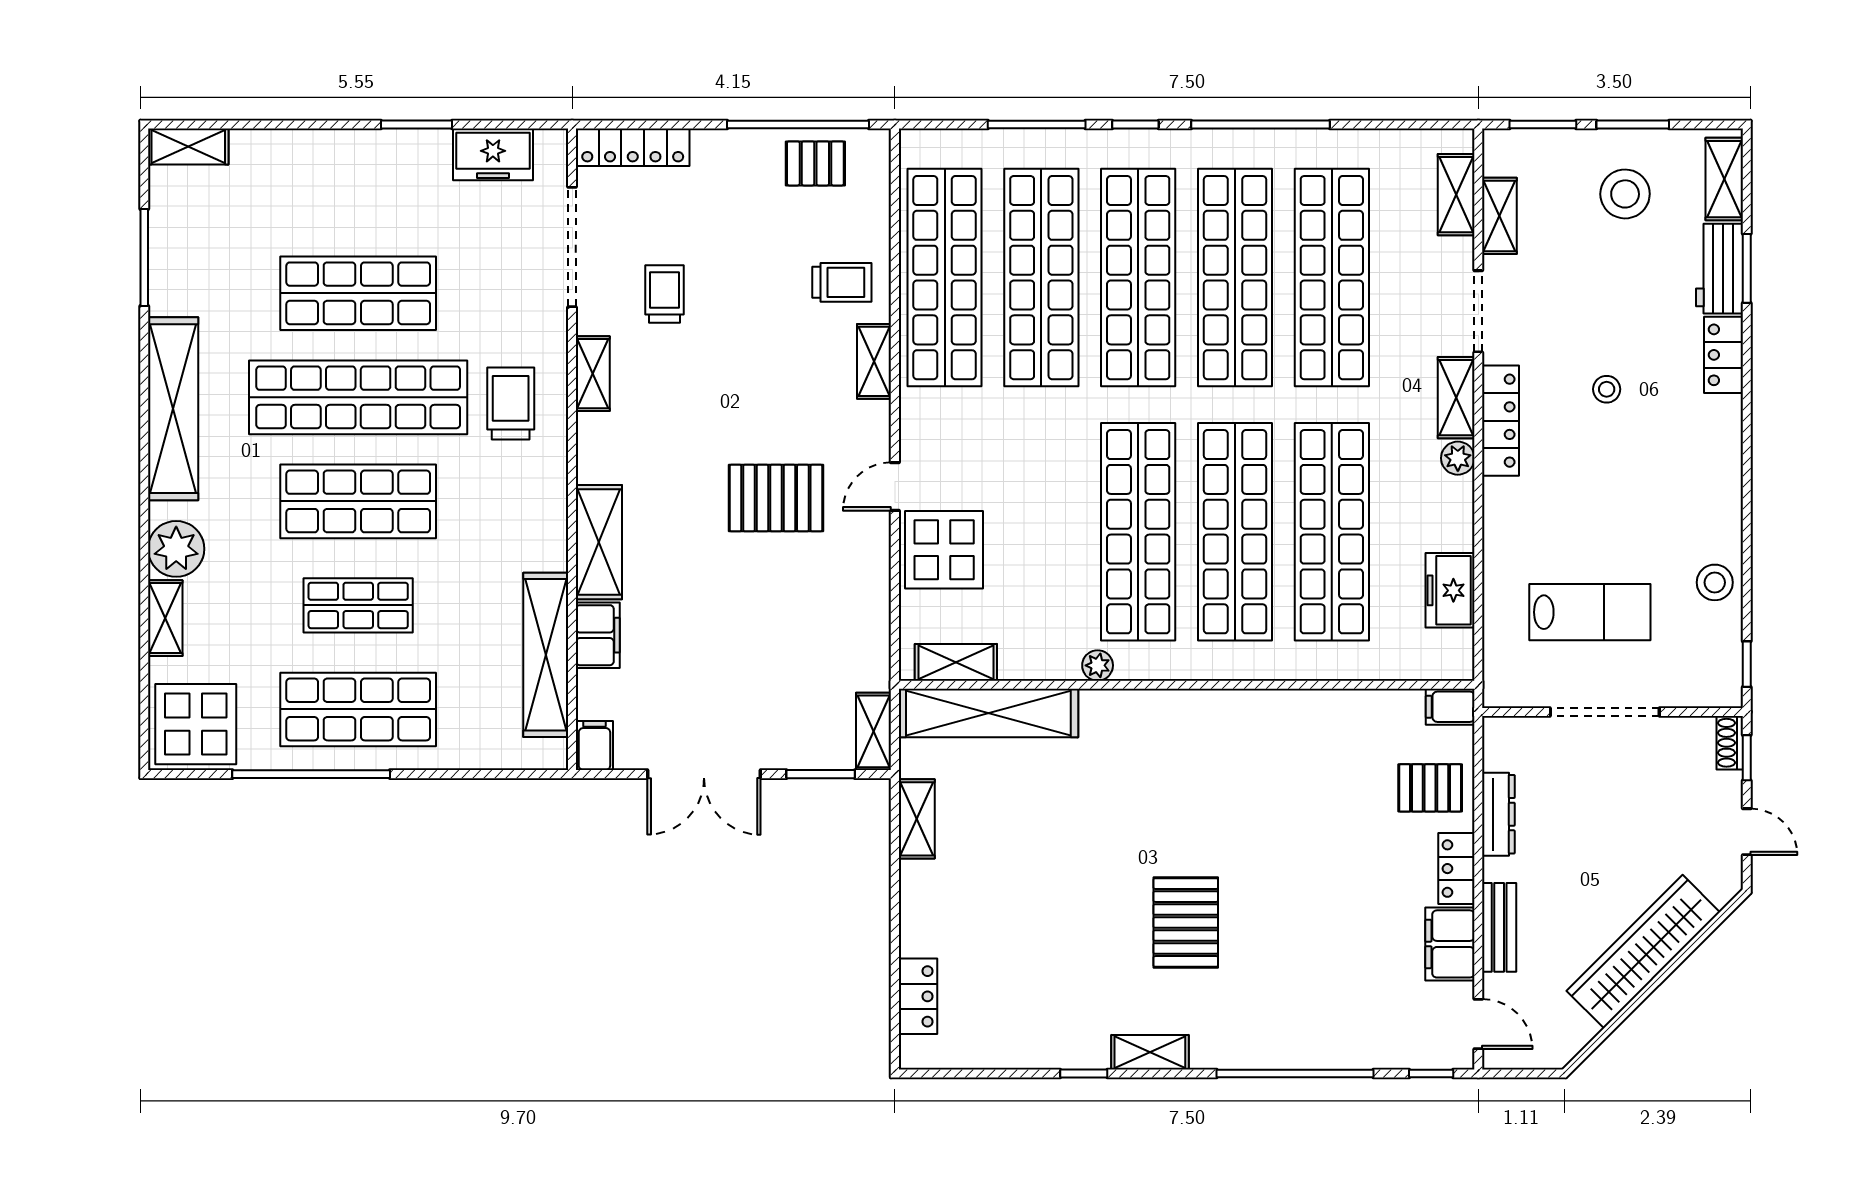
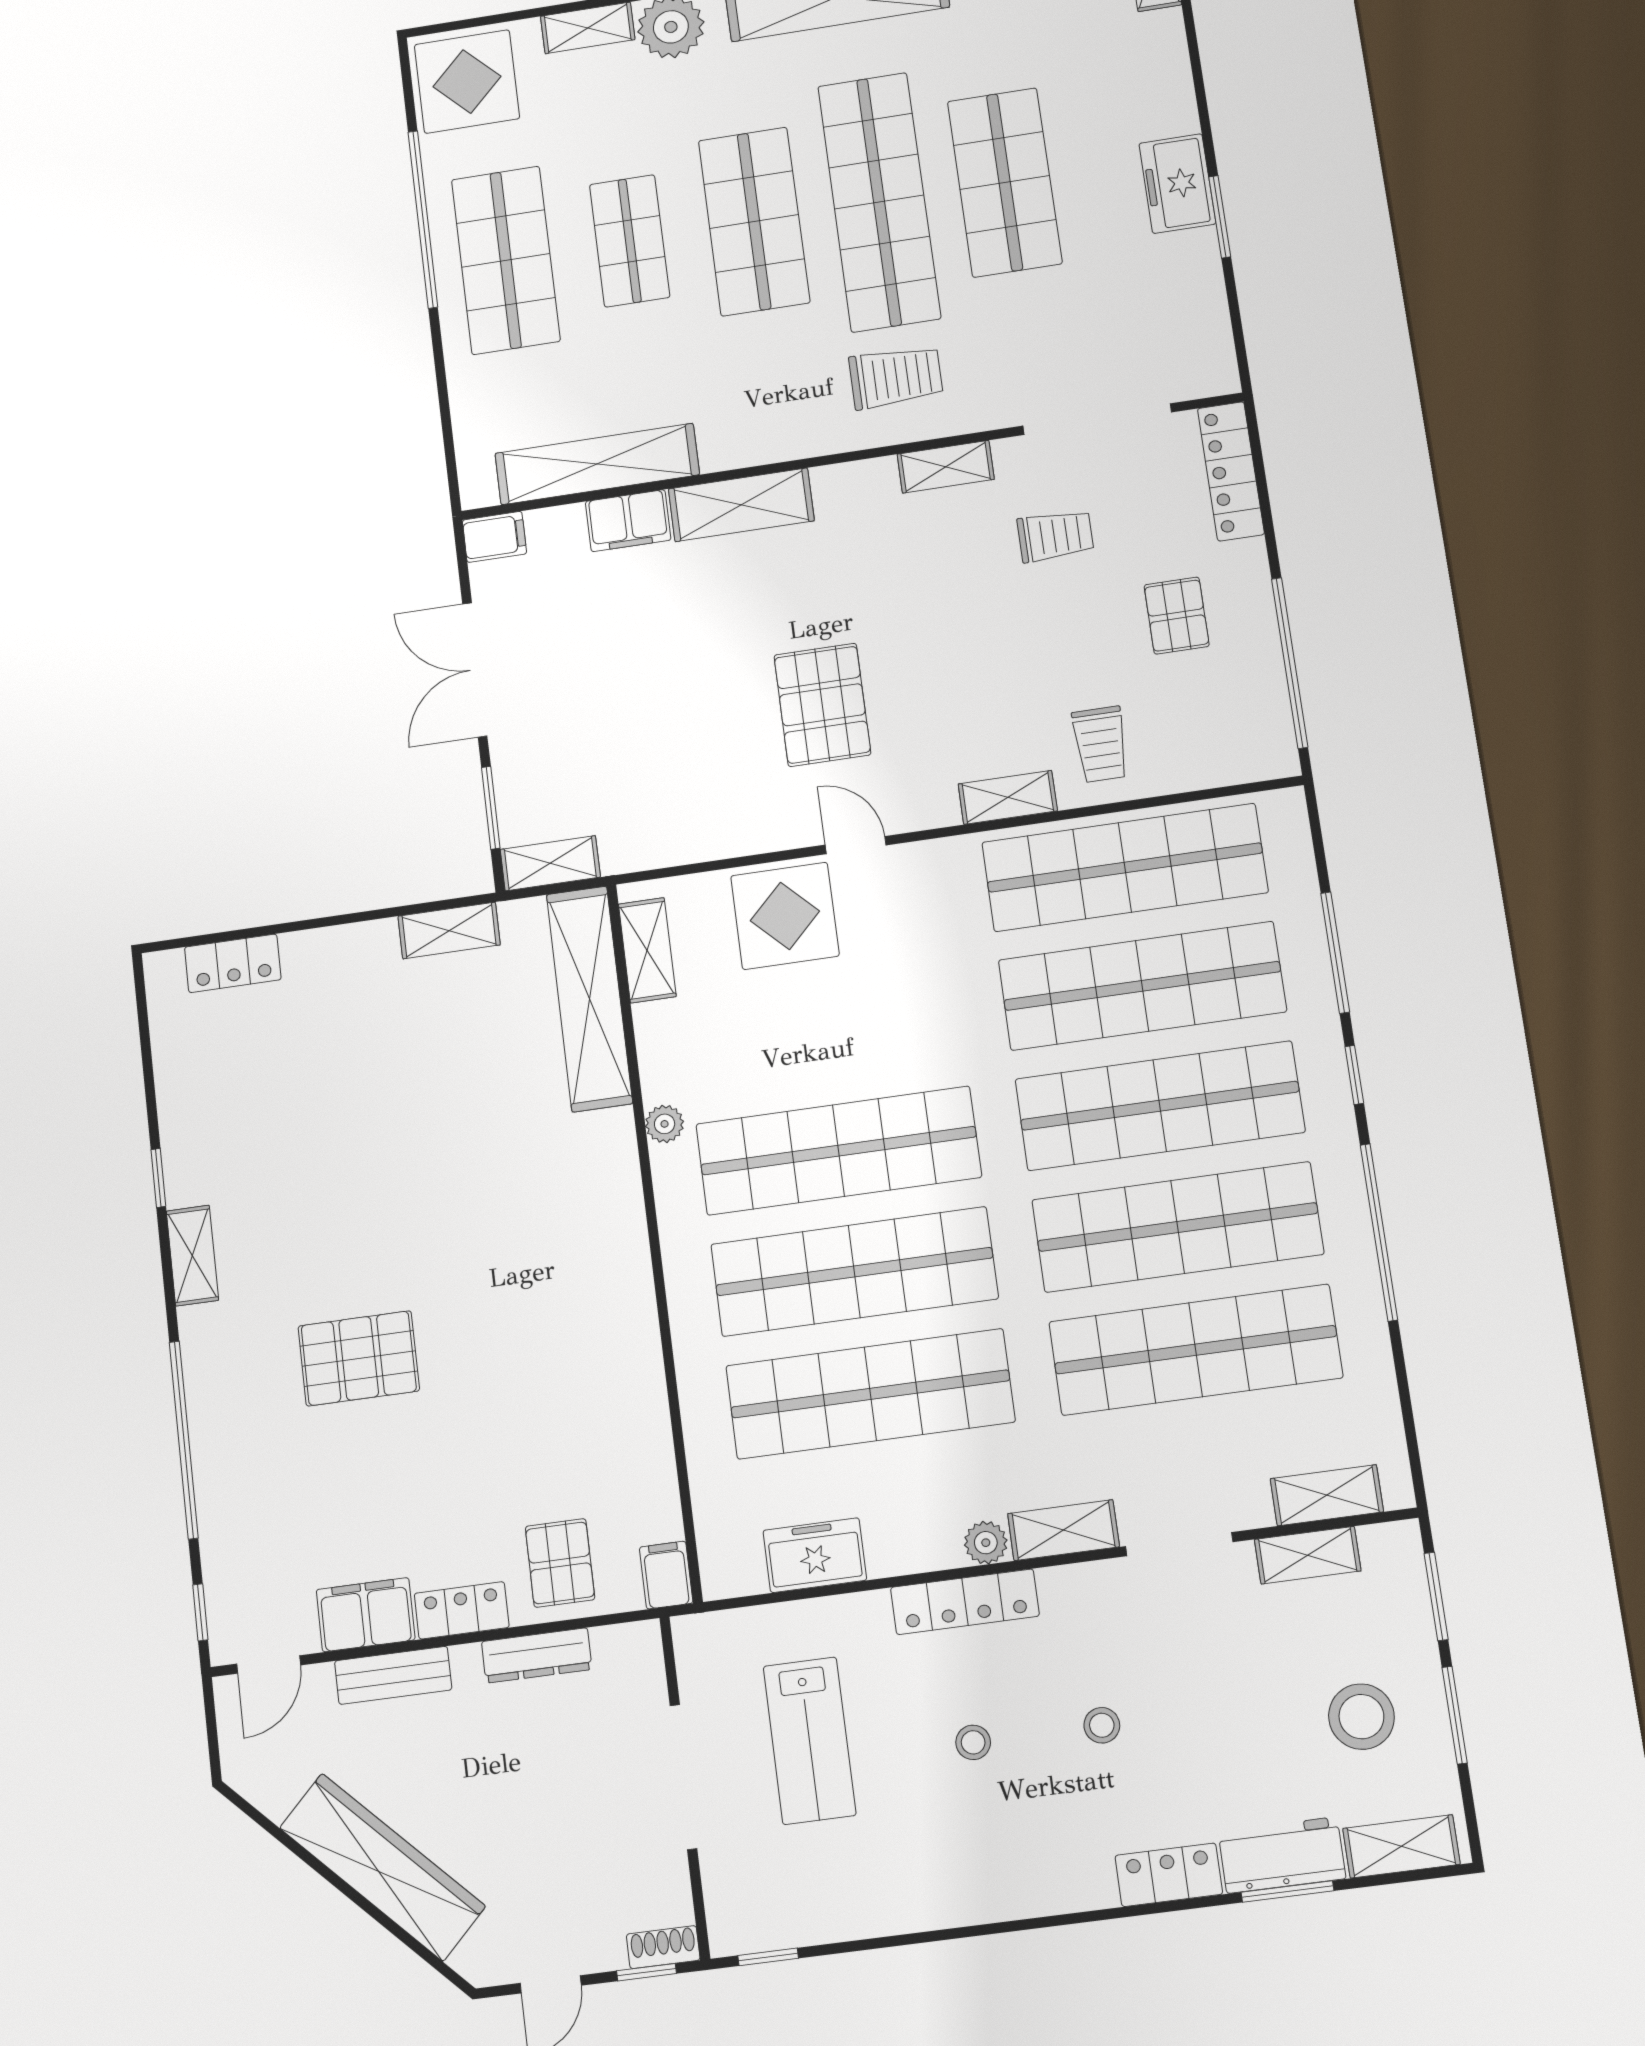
freezer: (493, 154) -> (1177, 184), moved
pallet: (815, 163) -> (1177, 616), moved
locker: (1500, 421) -> (965, 1602), moved
stool: (1715, 582) -> (973, 1742), moved, width x0.73, depth x0.73
pallet: (1186, 923) -> (359, 1358), moved

